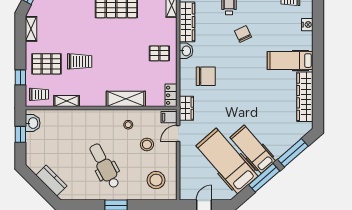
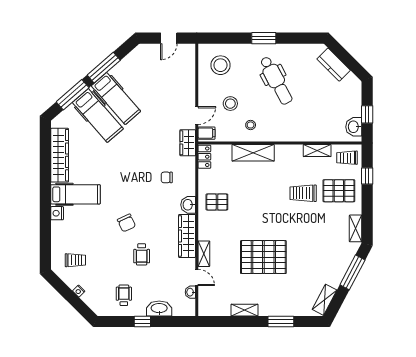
nightstand: (307, 25) -> (57, 213), moved
chair: (206, 76) -> (167, 177), width x0.54, depth x0.54
hospital bed: (227, 161) -> (98, 116), moved, width x0.73, depth x0.78

